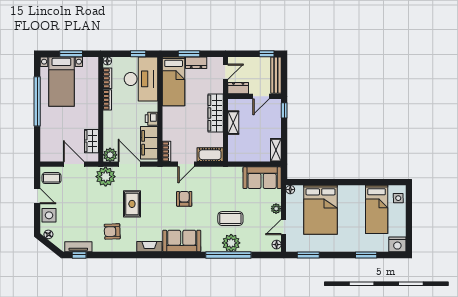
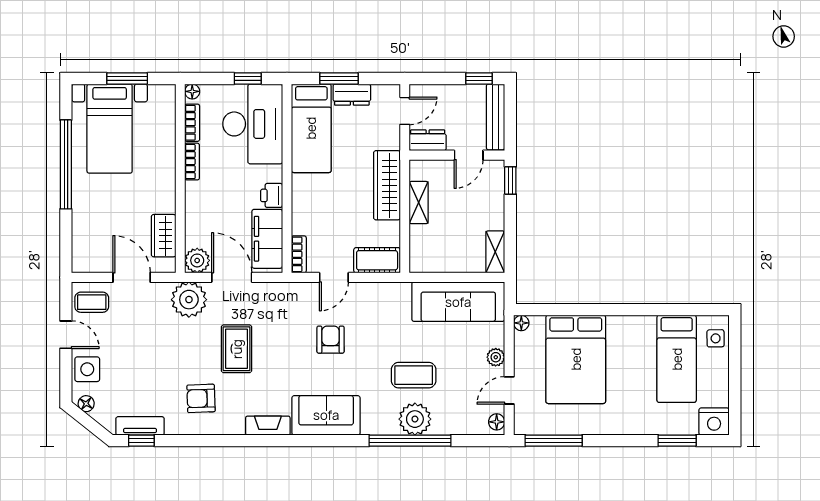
sofa: (262, 178) -> (458, 302), width x1.36
window: (308, 255) -> (554, 441), width x1.44
window: (366, 255) -> (677, 441), moved

